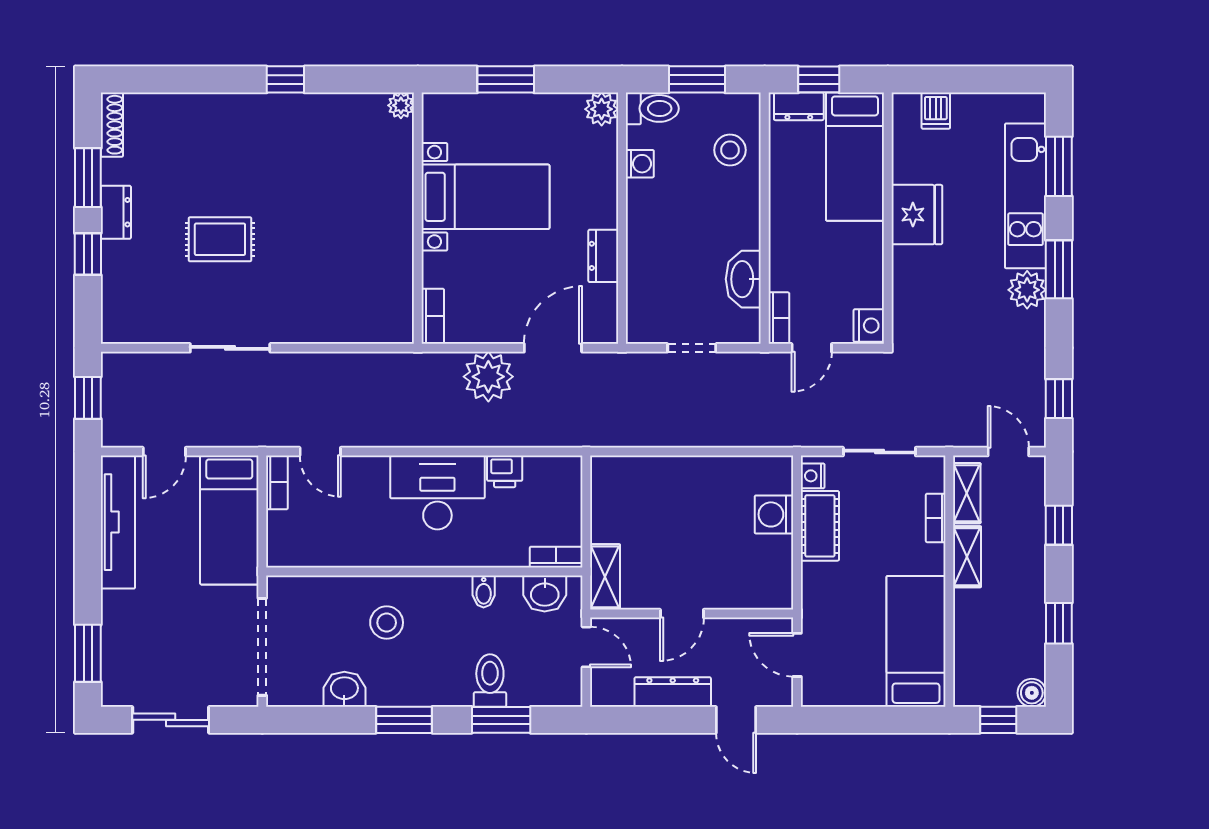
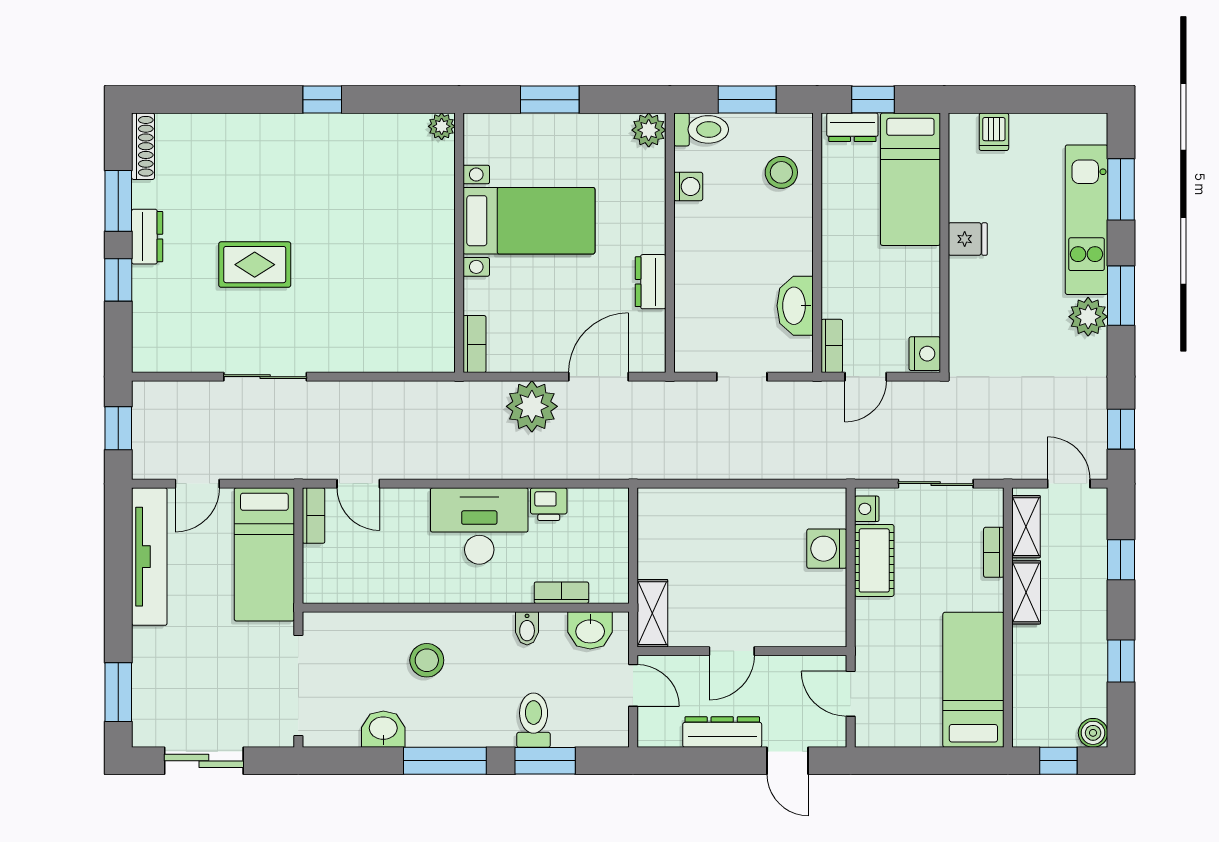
fridge: (917, 215) -> (968, 239), width x0.53, depth x0.75
bookcase: (556, 557) -> (561, 593), moved
window: (404, 720) -> (445, 761), width x1.44

